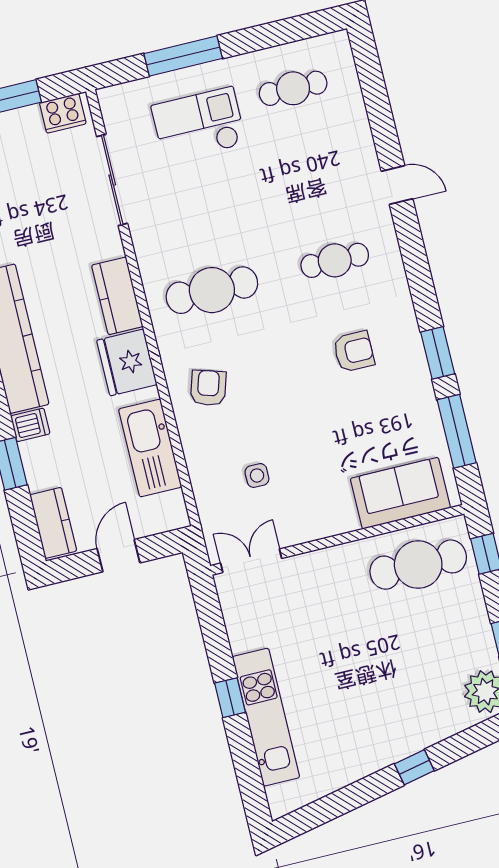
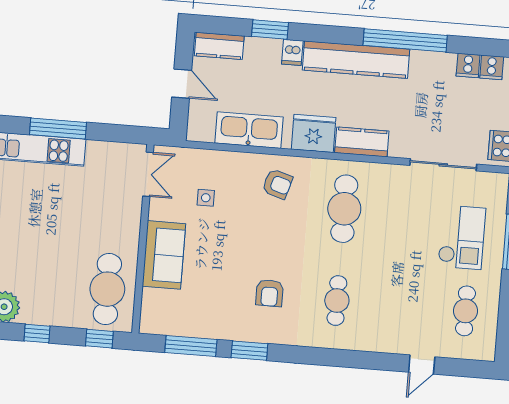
door: (397, 185) -> (422, 365), moved
sofa: (400, 493) -> (164, 255), moved
window: (230, 698) -> (58, 128), width x2.17

